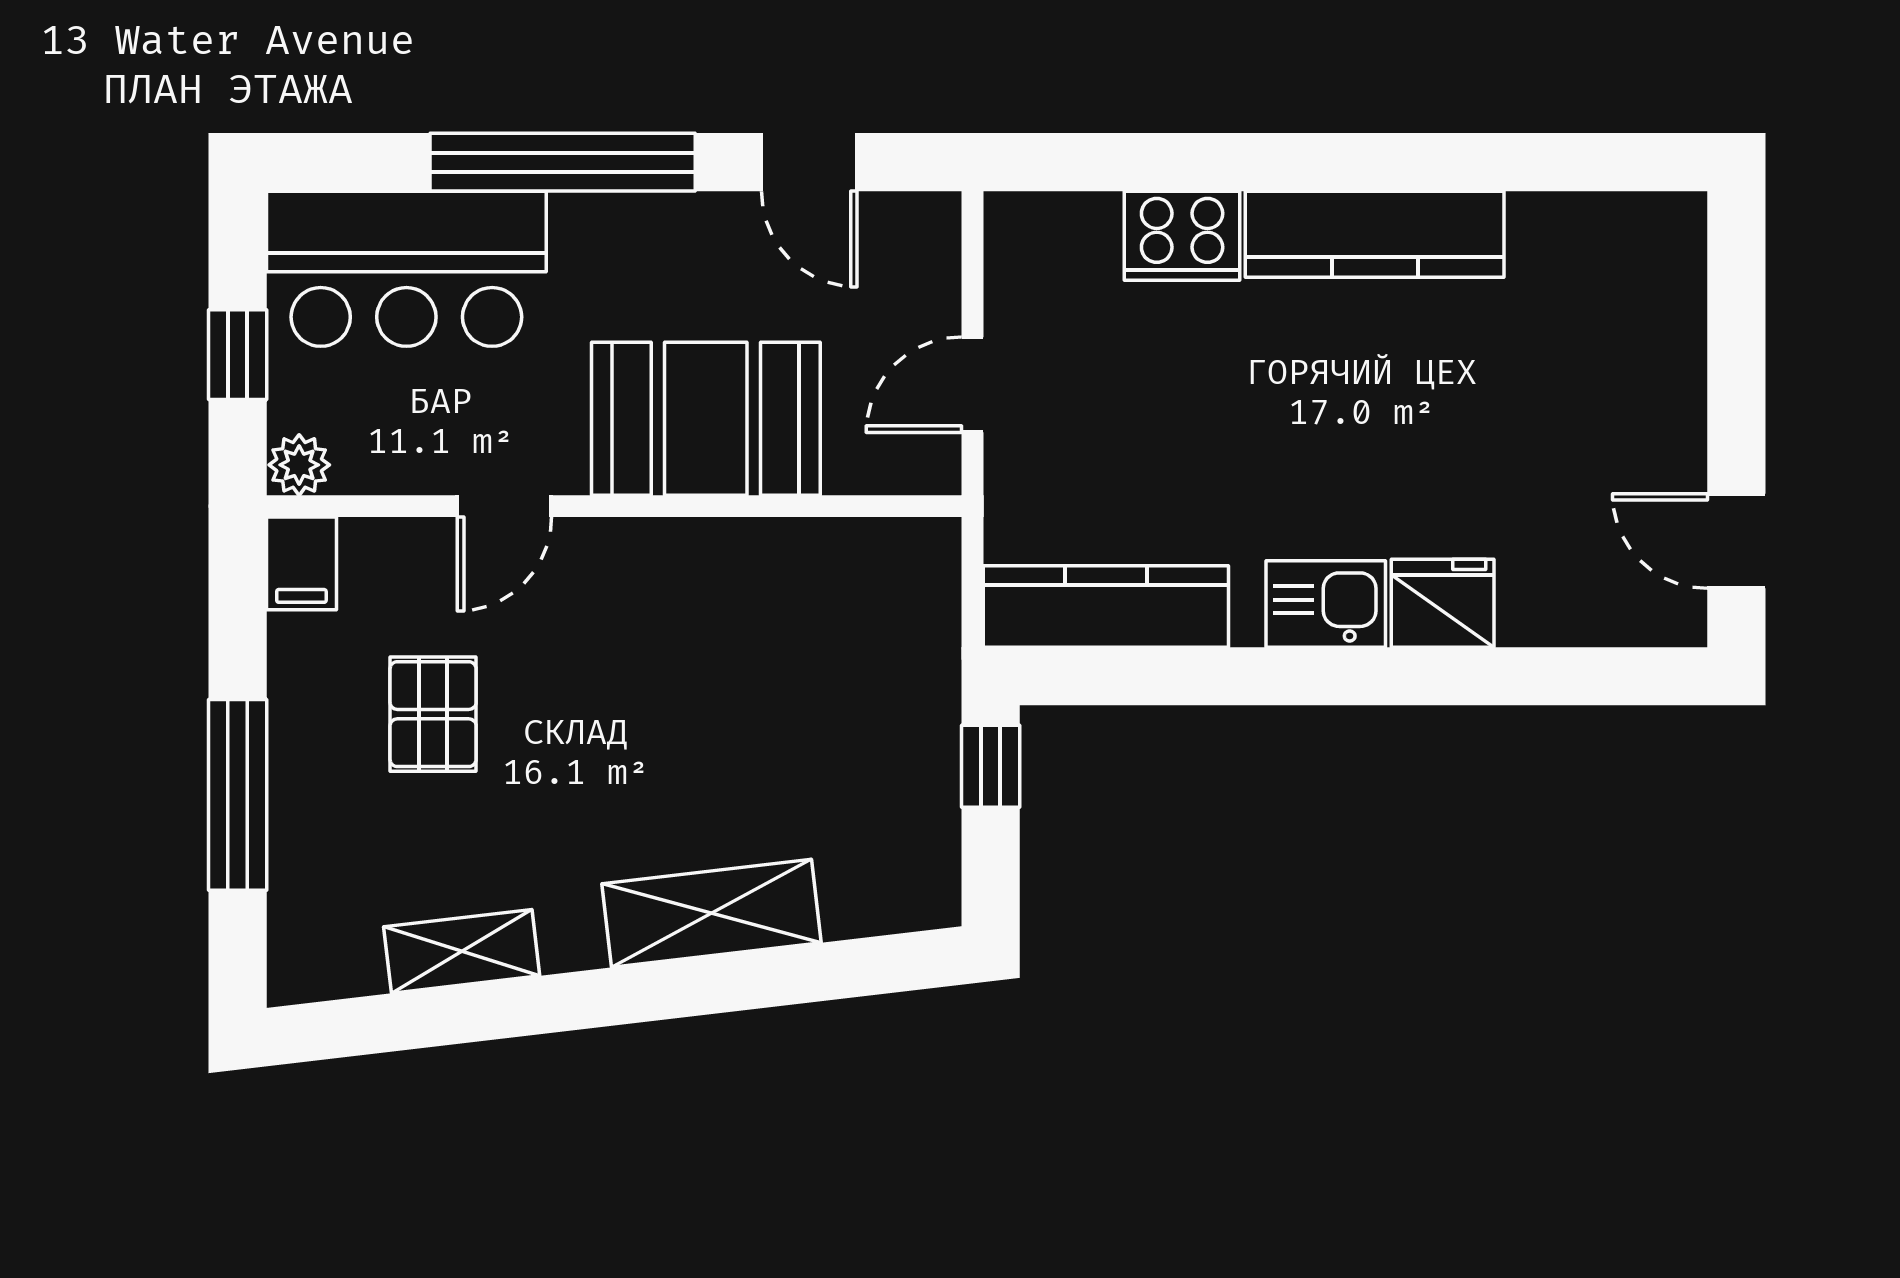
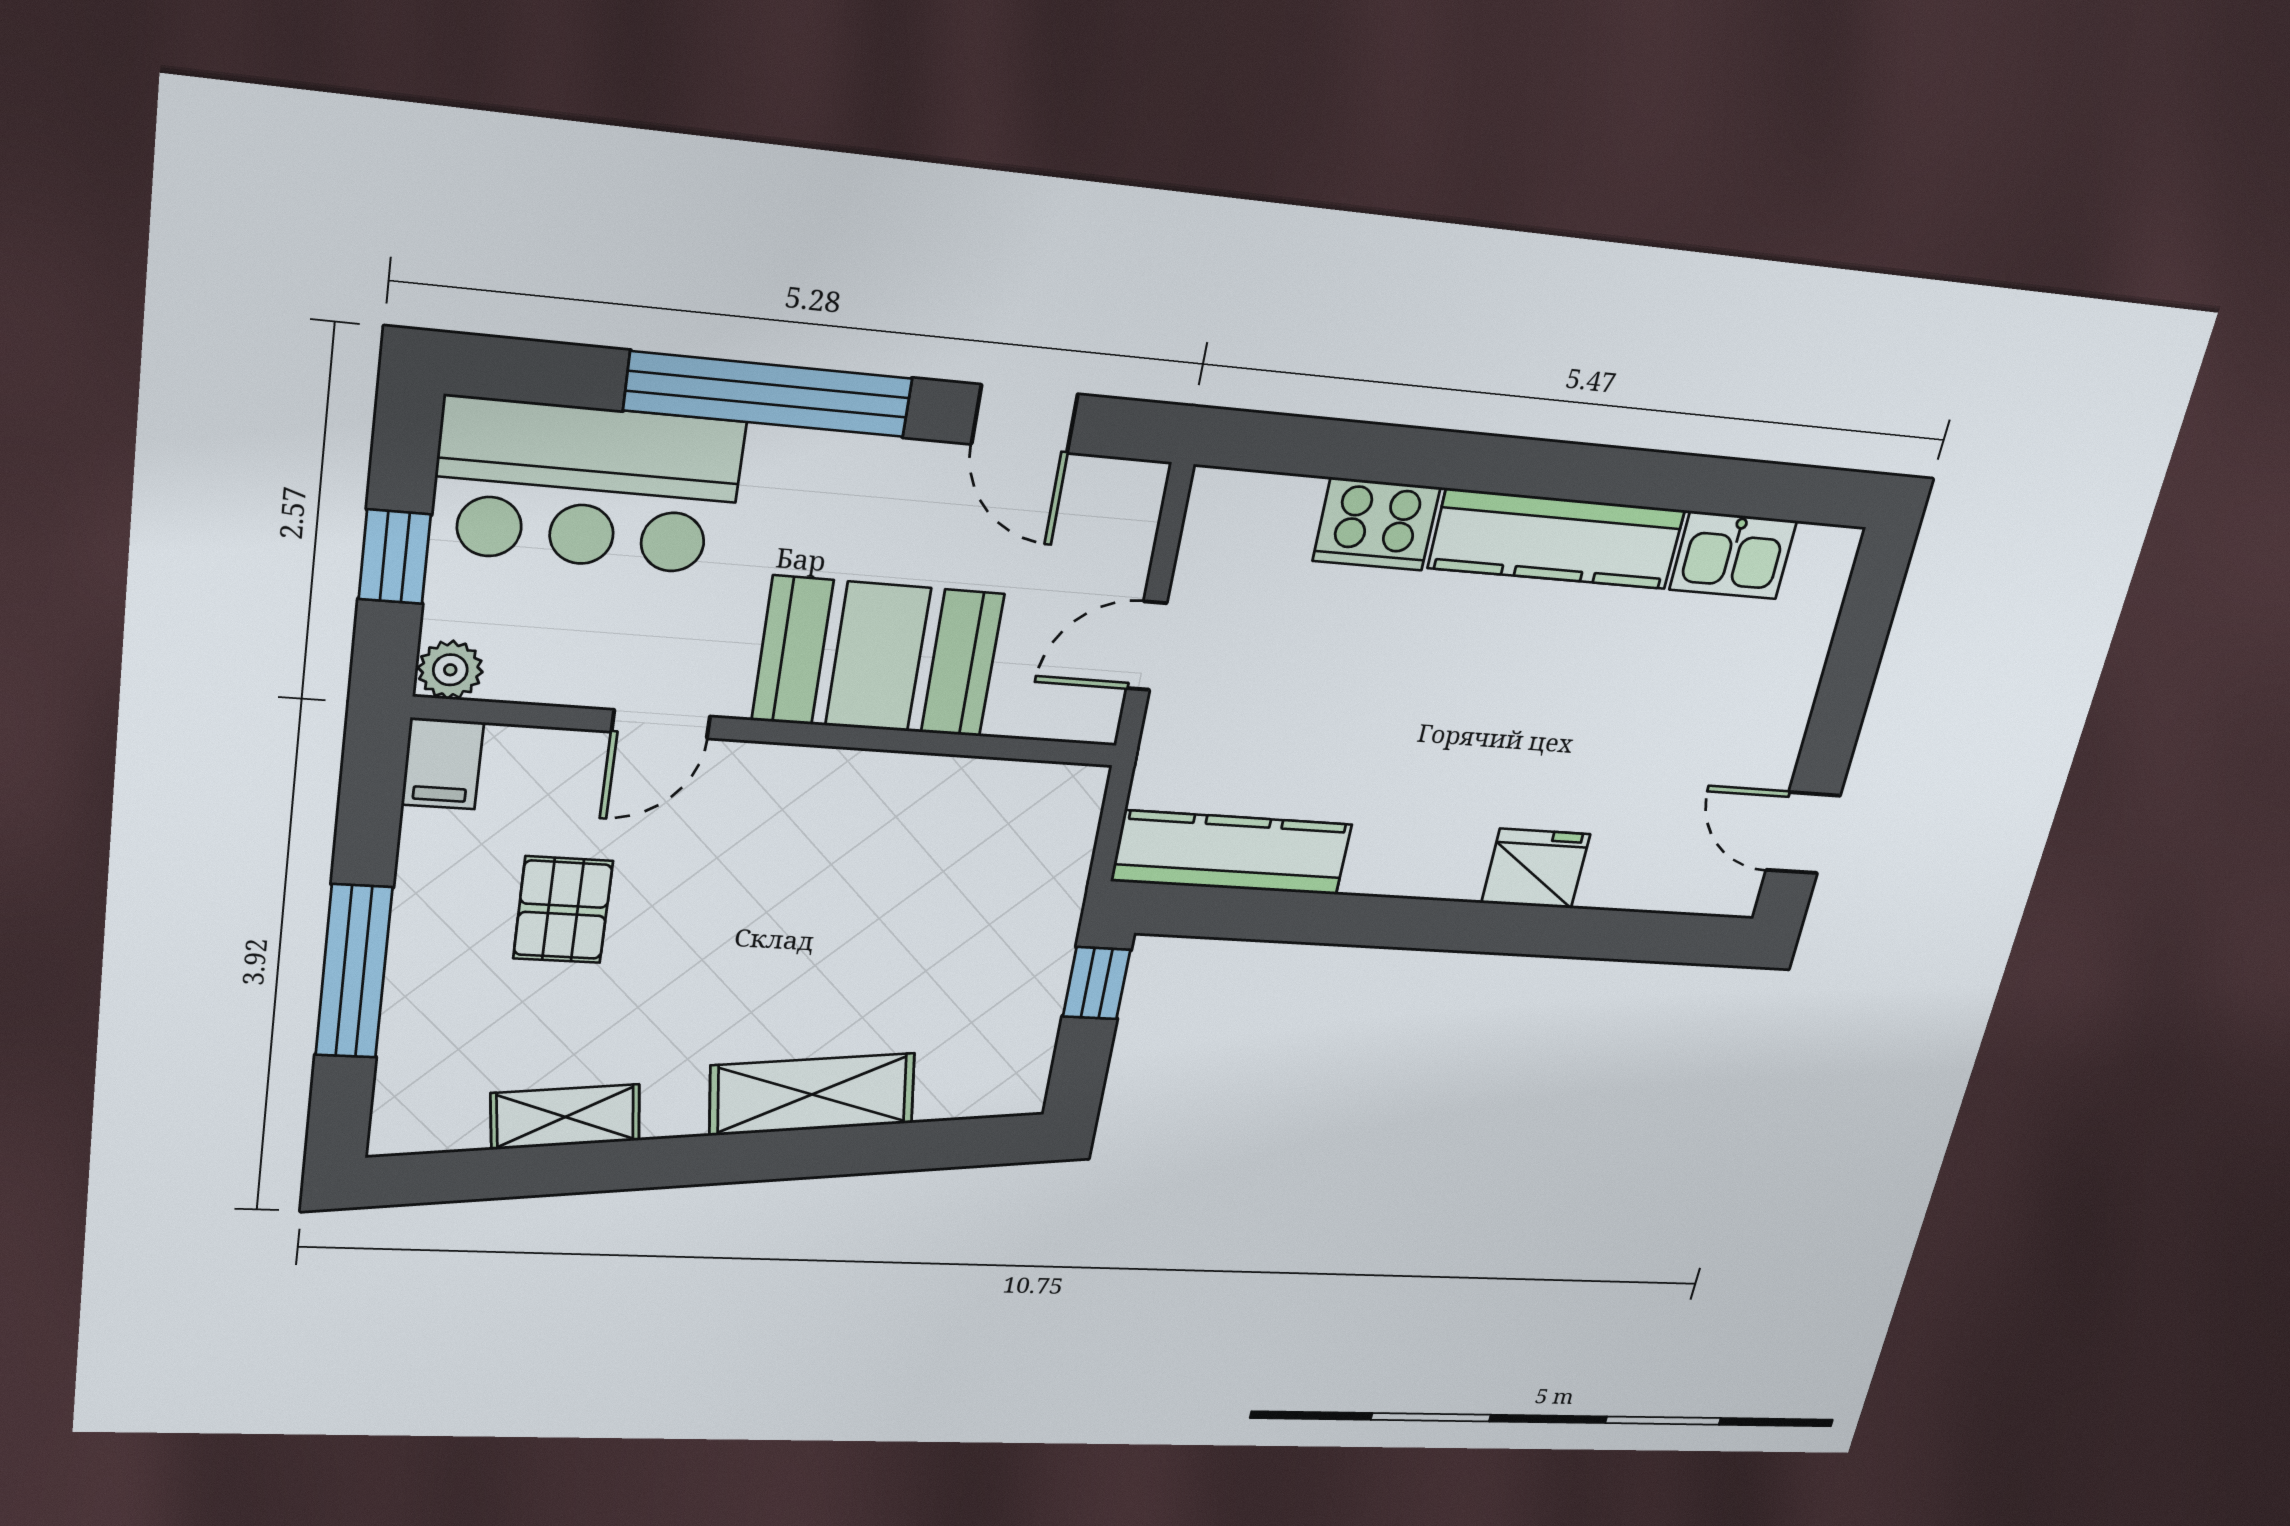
kitchen sink: (1326, 604) -> (1733, 555), moved, turned 180

